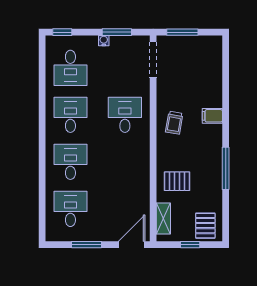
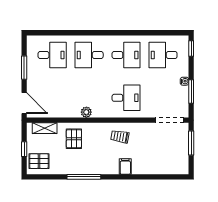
desk: (70, 162) -> (89, 55), turned 180
plant: (143, 165) -> (86, 112), added

